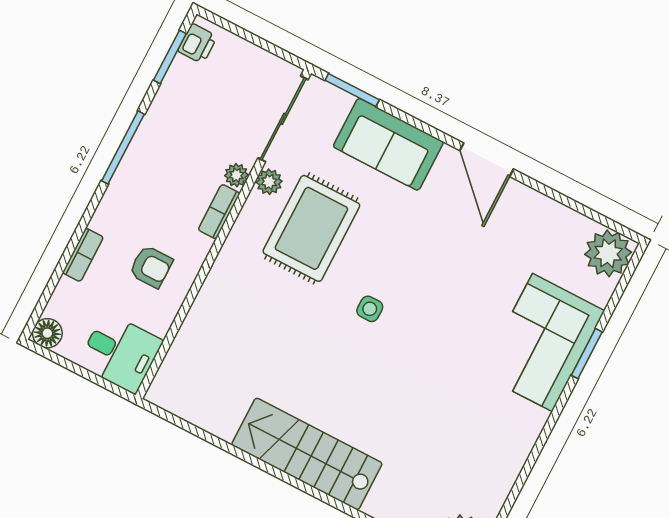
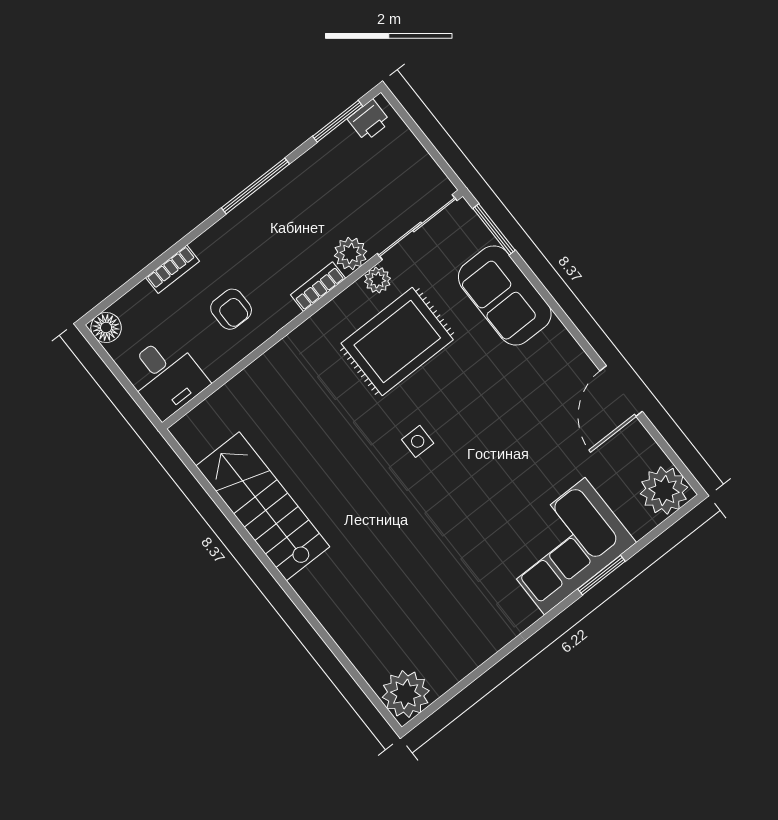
door: (487, 160) -> (621, 391), moved
plant: (236, 175) -> (351, 254), width x1.38, depth x1.38
stairs: (307, 454) -> (263, 506), moved

